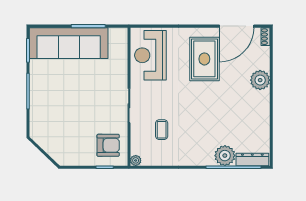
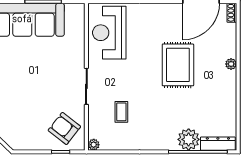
rug: (204, 59) -> (178, 65), moved
plant: (260, 80) -> (231, 64), width x0.53, depth x0.53
armchair: (108, 145) -> (64, 128), turned -142

